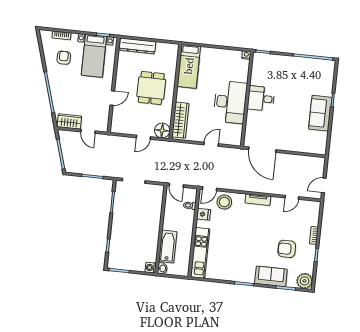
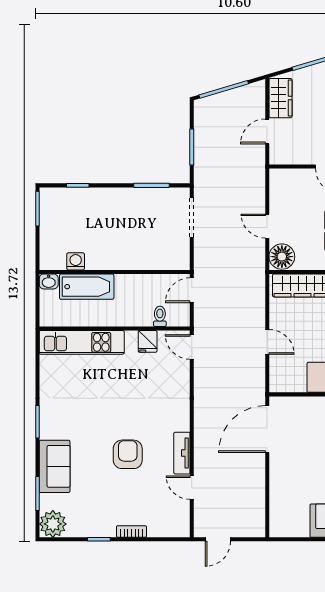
door: (324, 185) -> (218, 539), swing flipped
tv unit: (258, 200) -> (182, 453), moved
stool: (224, 202) -> (172, 374), removed
armchair: (287, 249) -> (128, 454), moved
washing machine: (151, 268) -> (76, 261), moved

